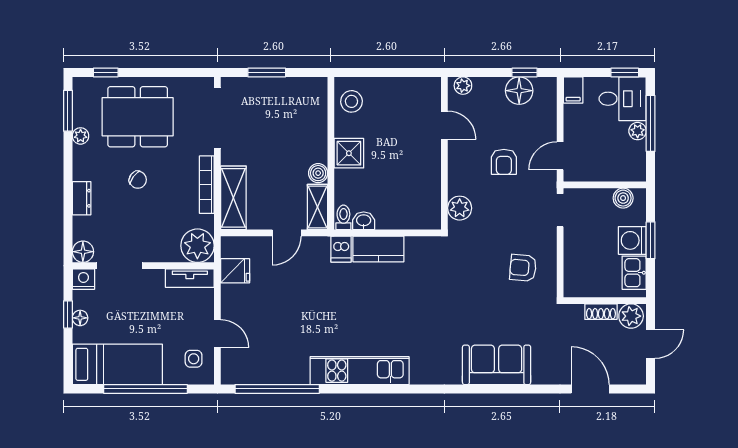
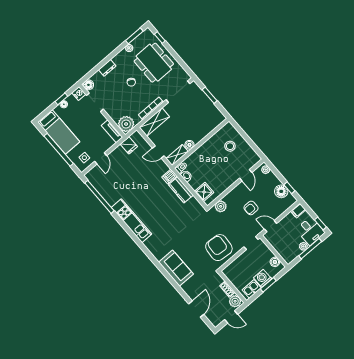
stool: (351, 101) -> (230, 146), moved
shower: (349, 153) -> (204, 192), moved
armchair: (523, 268) -> (219, 248), width x1.88, depth x1.88

